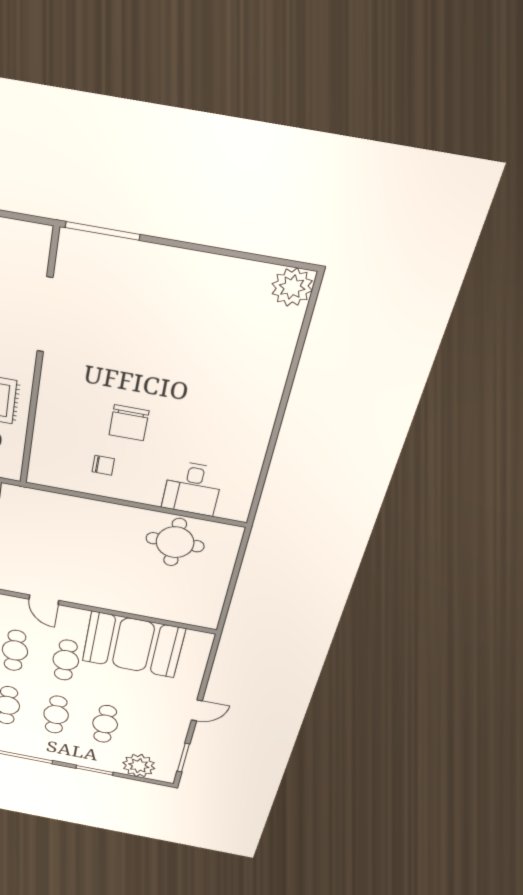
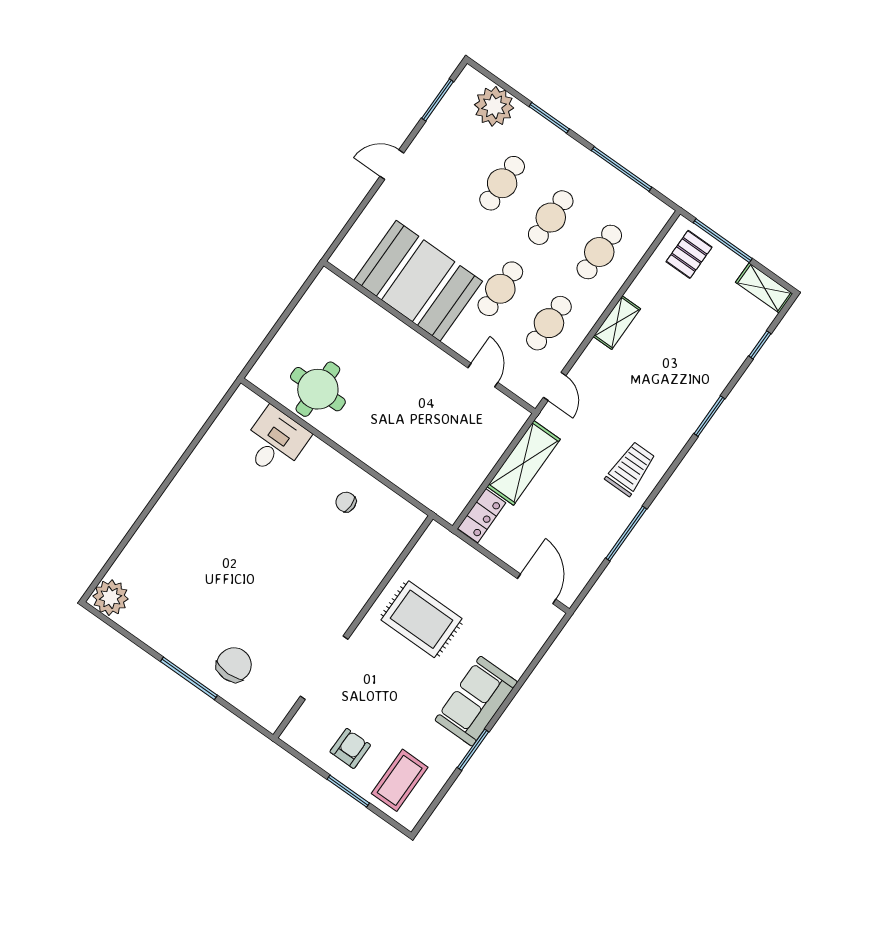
window: (103, 231) -> (189, 678), moved
chair: (129, 423) -> (234, 665), moved

